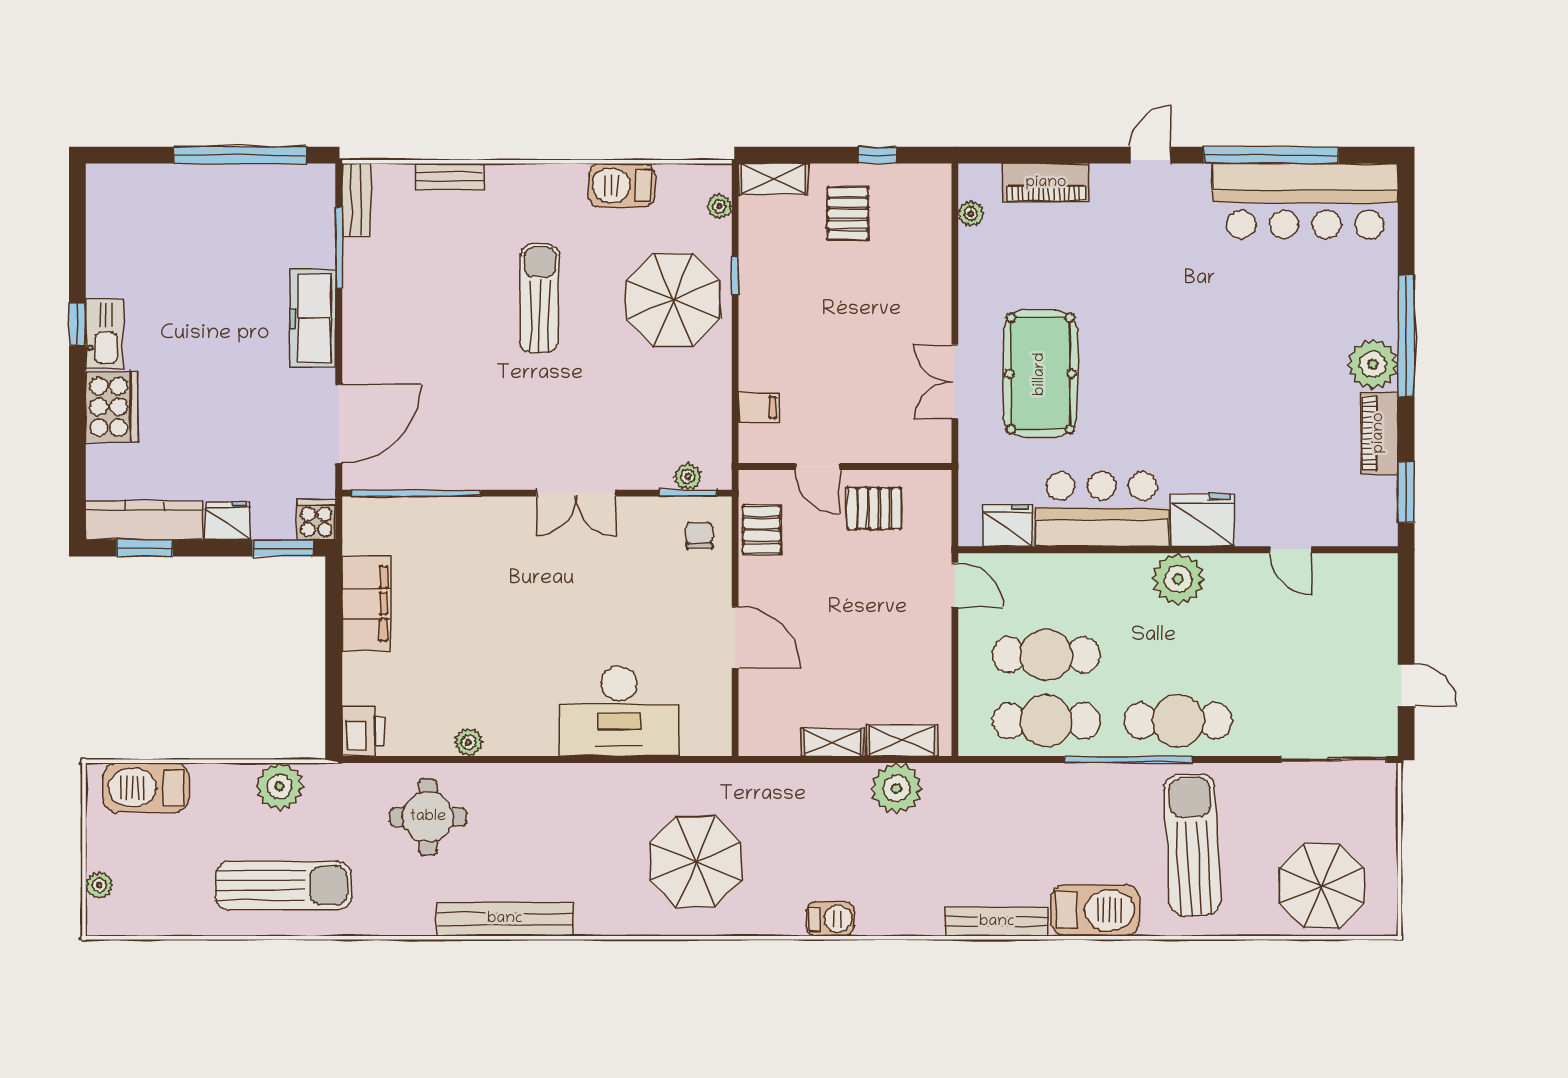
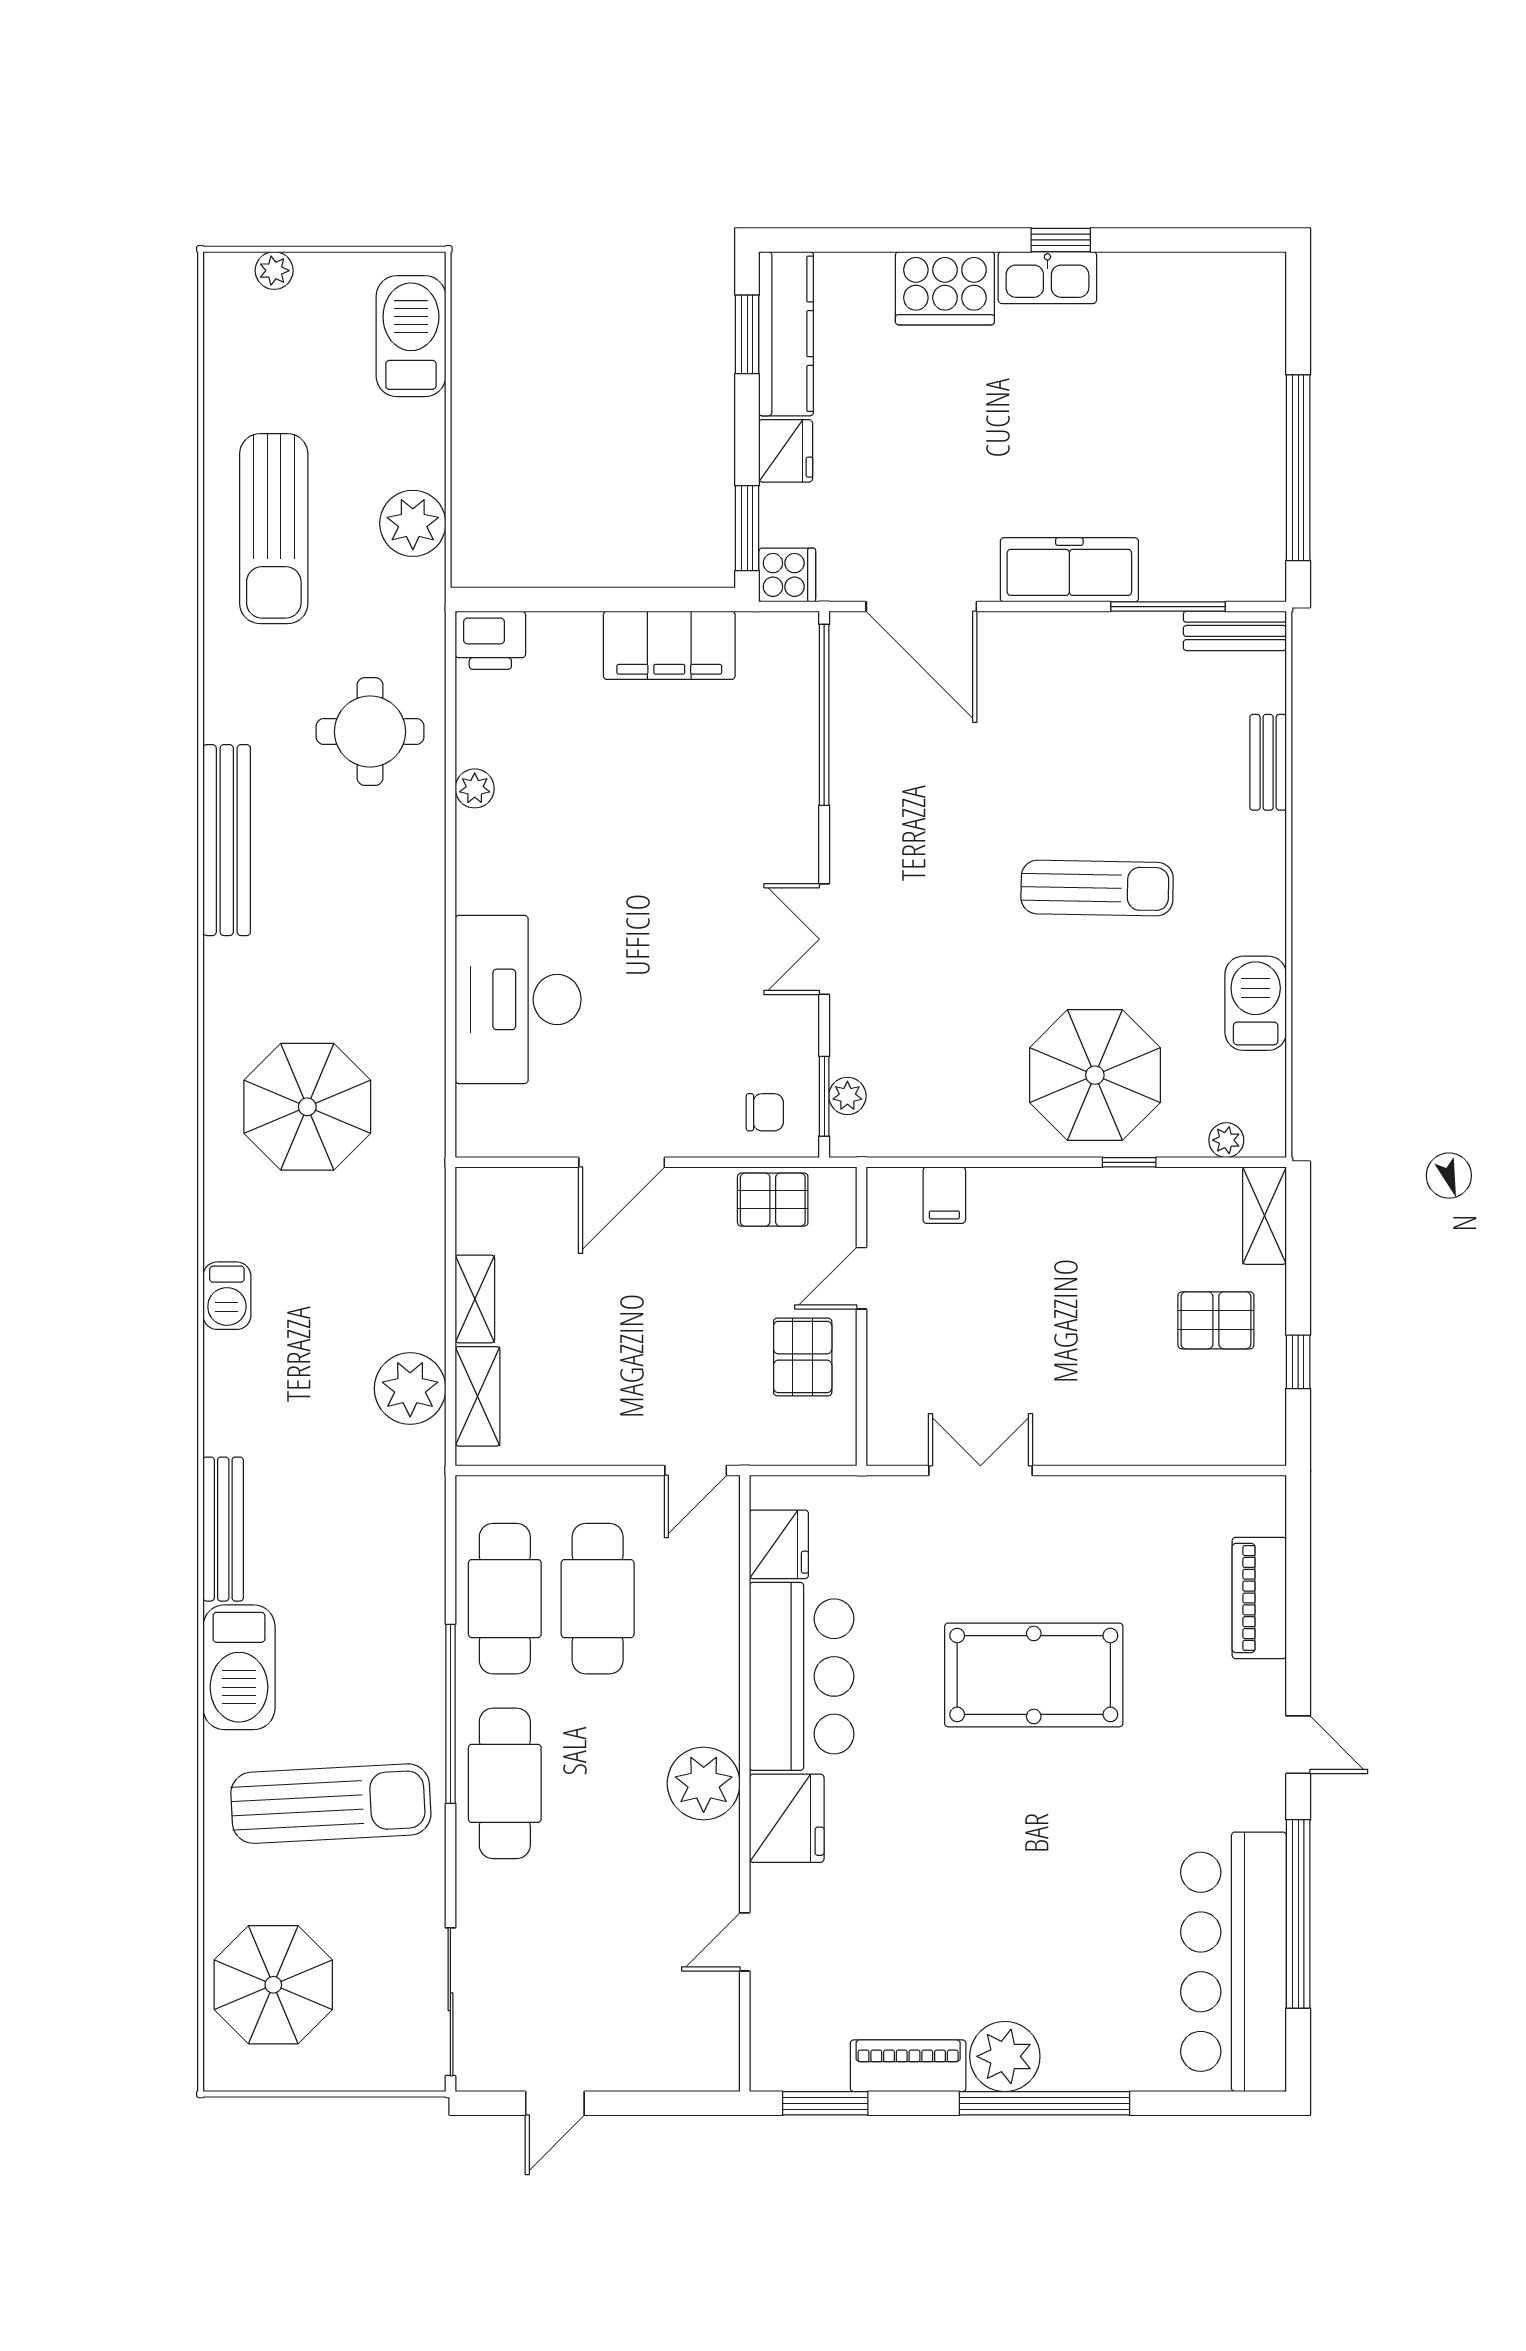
plant: (971, 214) -> (1216, 1493), removed
pool table: (1040, 374) -> (1034, 1675), moved

